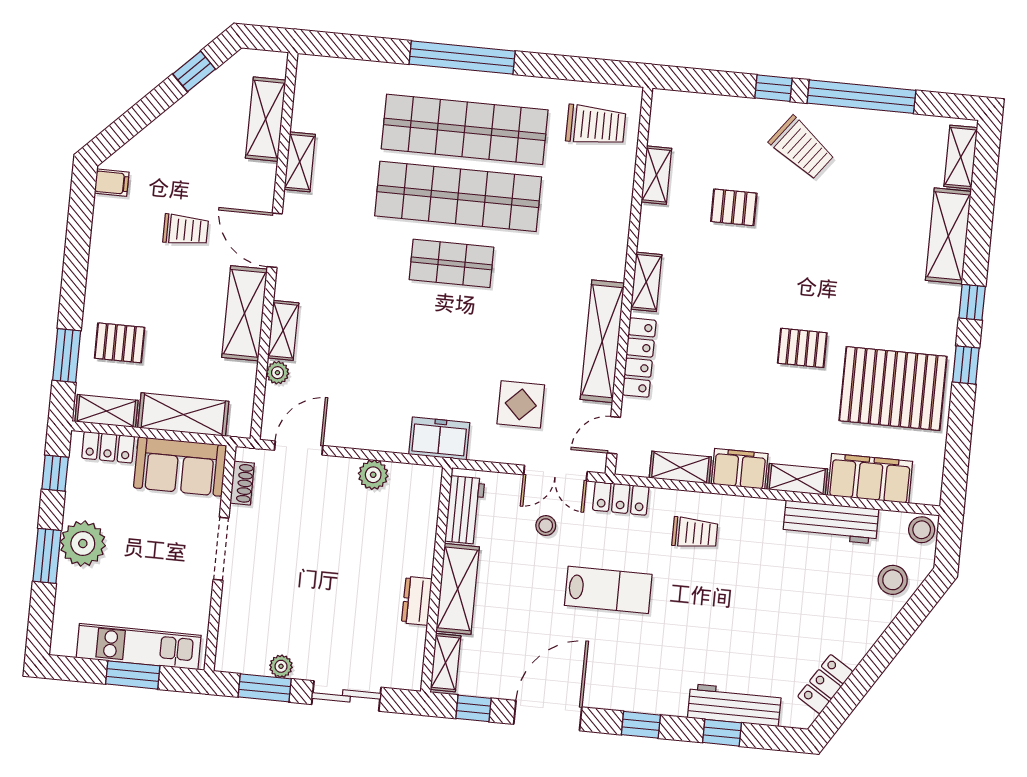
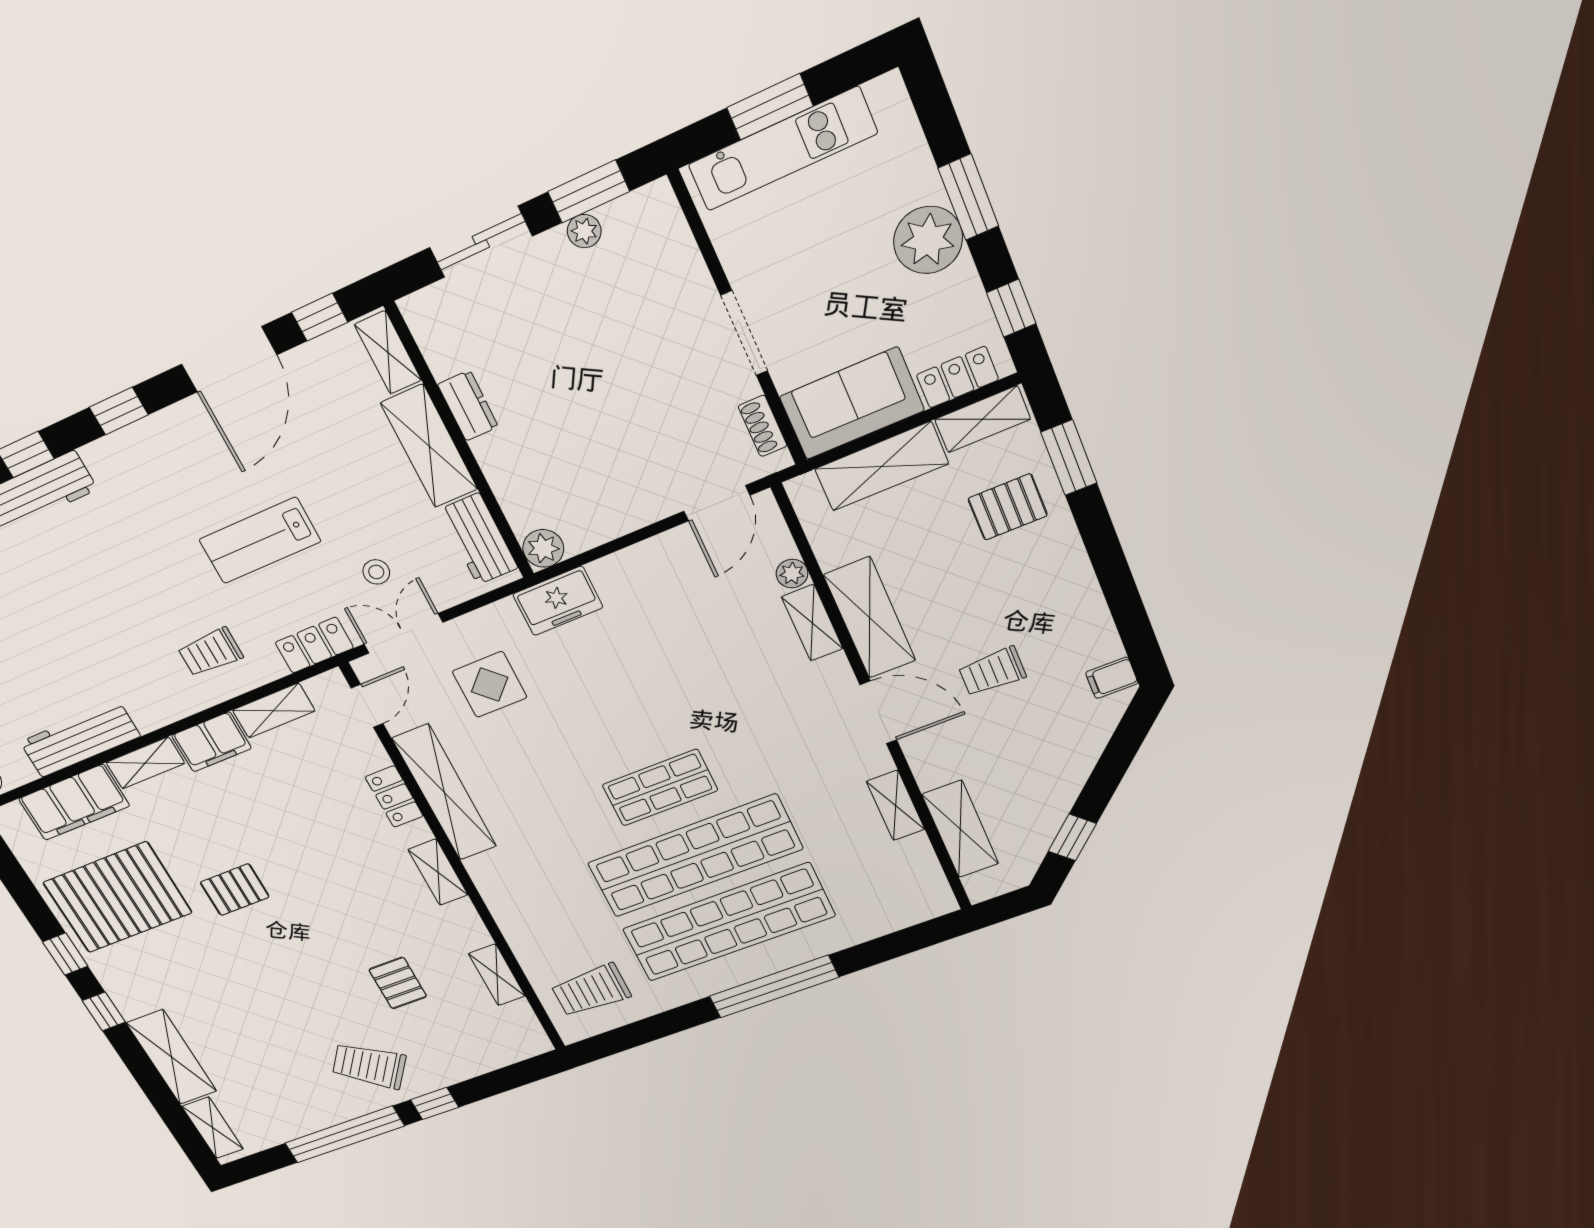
pallet: (734, 207) -> (398, 983), turned 90
locker: (639, 358) -> (394, 797), width x0.66
plant: (373, 475) -> (543, 548), moved

